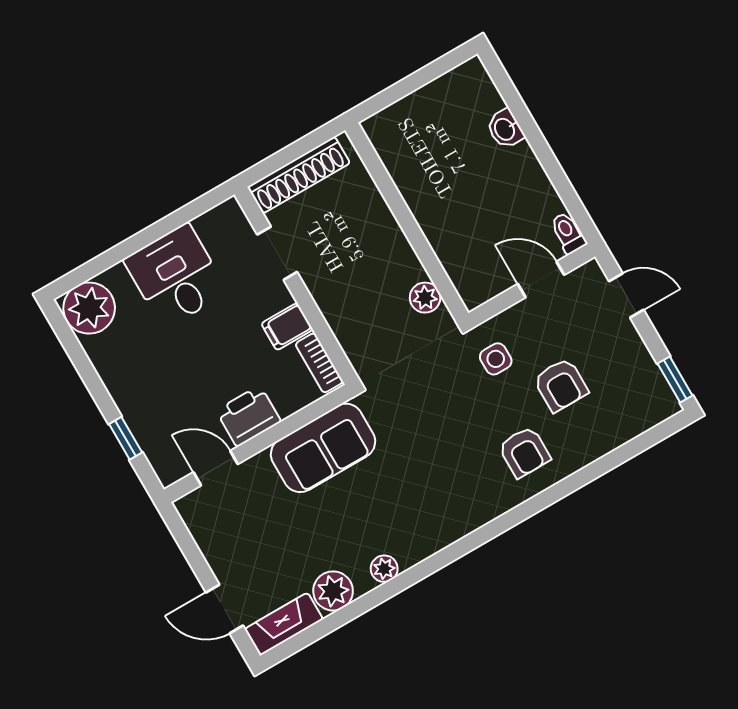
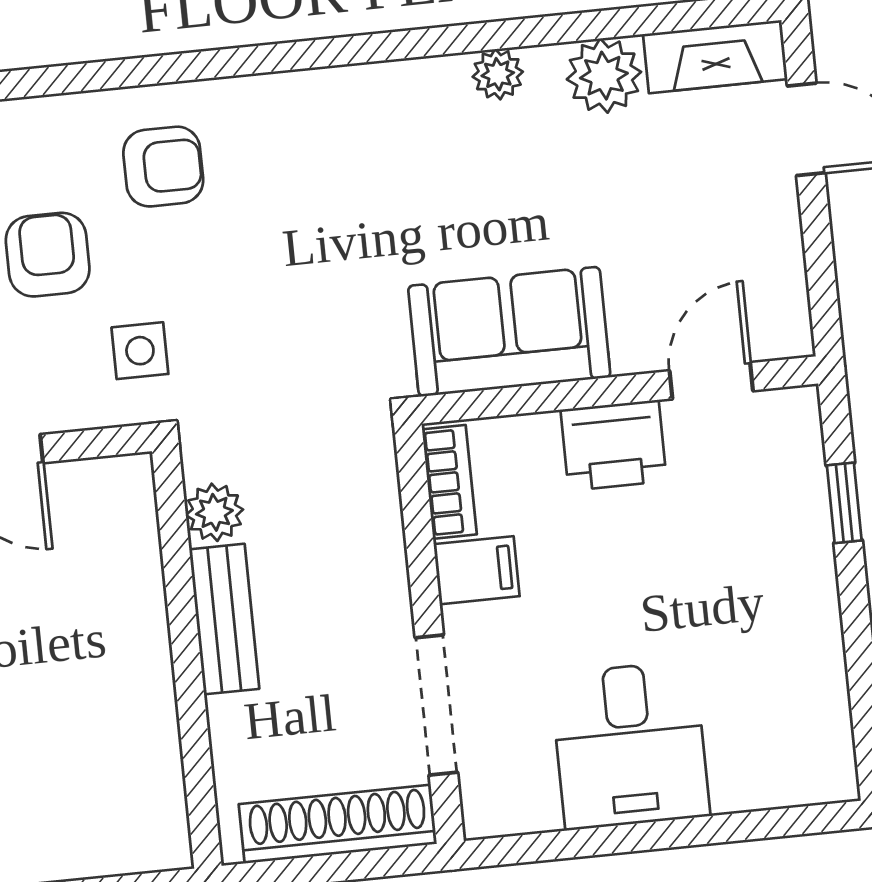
bench: (397, 249) -> (224, 619), added
doorway: (277, 253) -> (436, 705), width x1.38
plant: (89, 308) -> (805, 757), removed
armchair: (524, 452) -> (163, 167), turned 90
door: (216, 468) -> (711, 381), swing flipped

